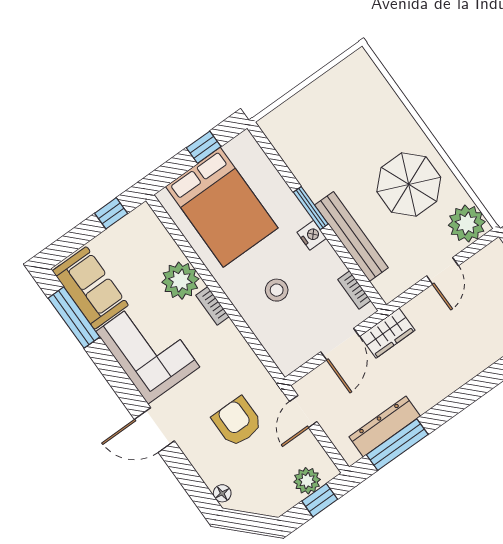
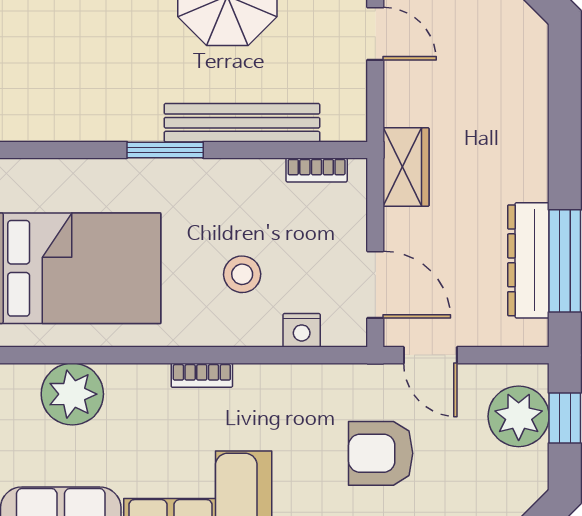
nightstand: (312, 235) -> (302, 330), moved, turned 180
plant: (180, 281) -> (72, 394), moved
door: (340, 344) -> (375, 285), moved
plant: (307, 481) -> (519, 416), width x1.36, depth x1.36

